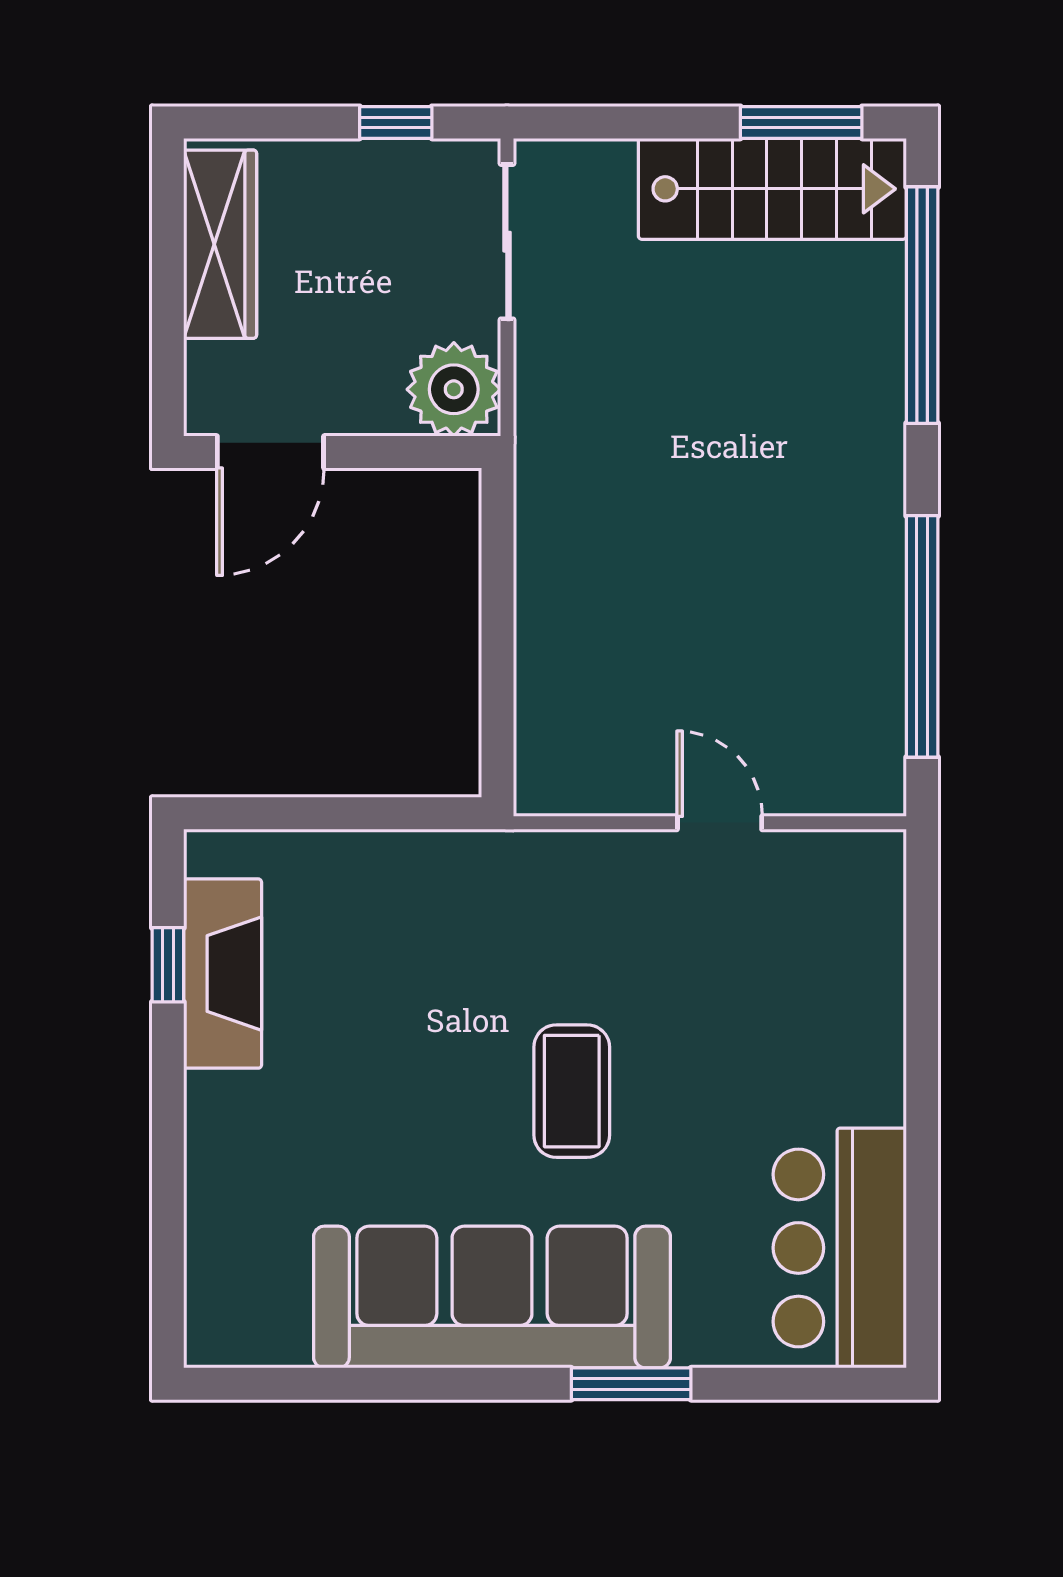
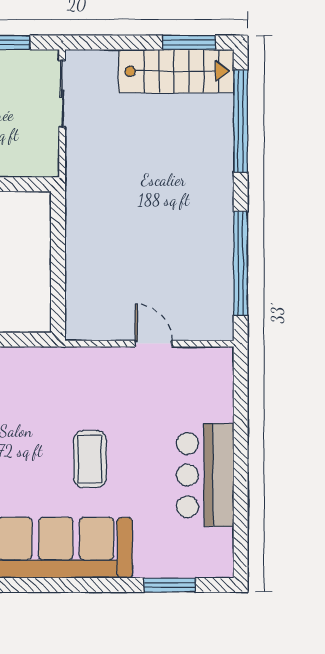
plant: (454, 389) -> (39, 157), removed
bar counter: (840, 1248) -> (205, 475), moved
window: (631, 1384) -> (170, 585), moved

